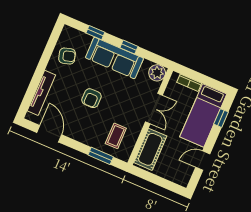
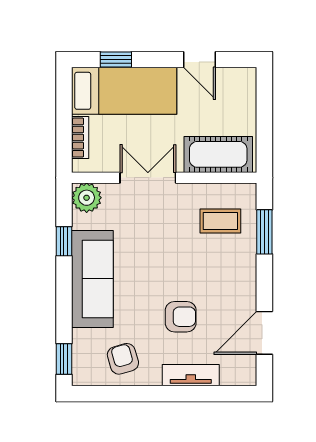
window: (95, 33) -> (64, 359), moved
window: (129, 47) -> (64, 241), moved
tv unit: (41, 93) -> (191, 375), width x0.71
armchair: (91, 98) -> (181, 317), moved

